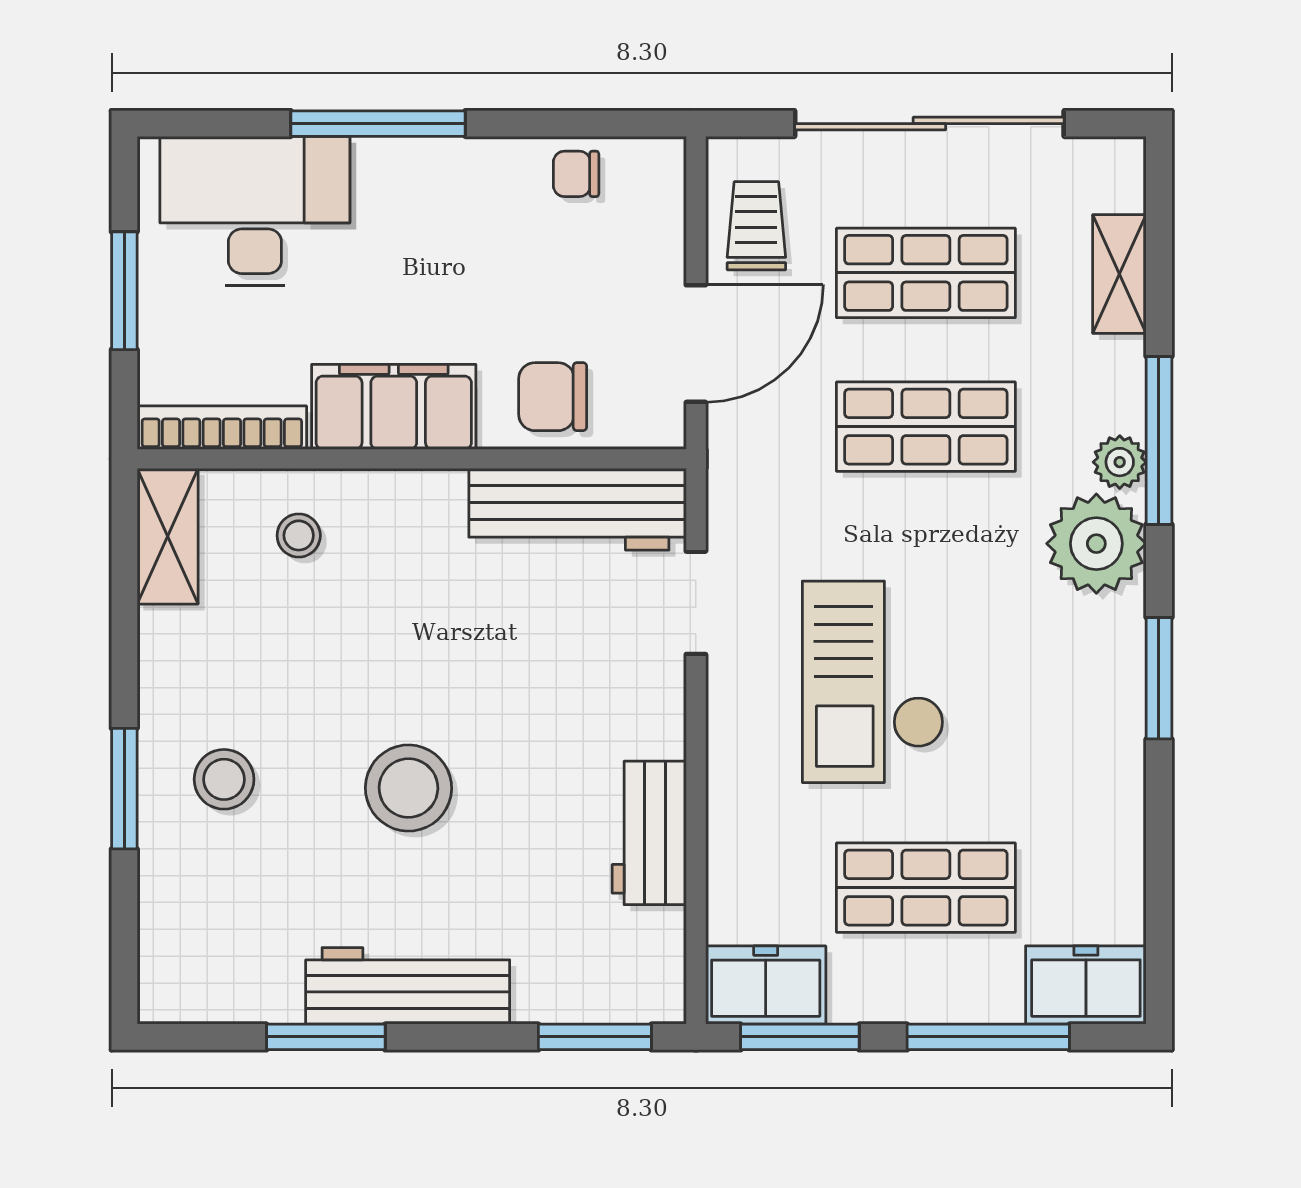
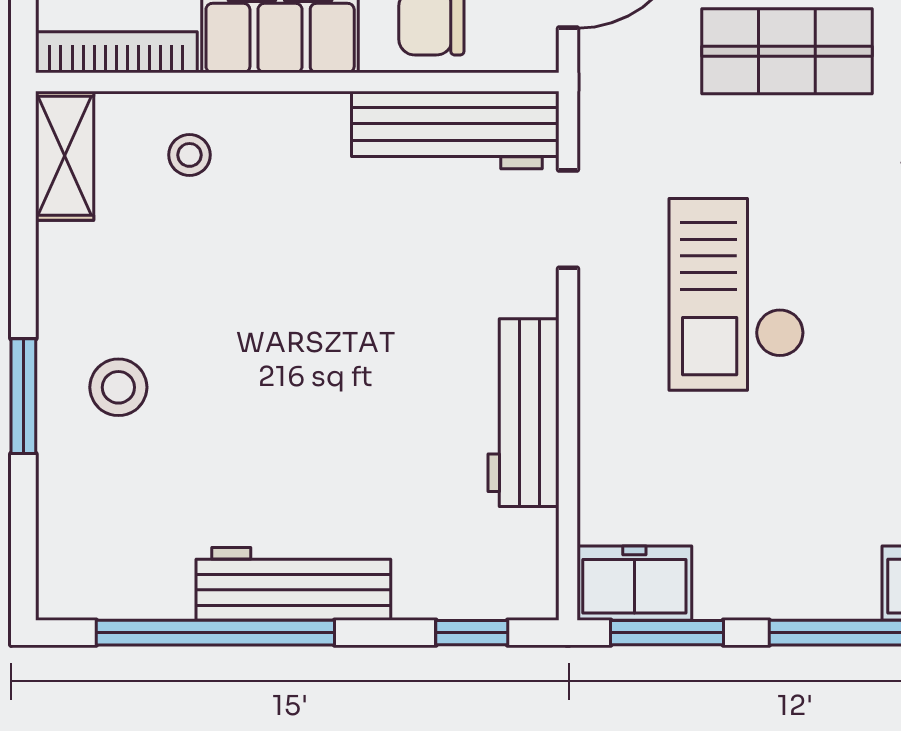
stool: (408, 788) -> (294, 396), removed
workbench: (649, 833) -> (524, 413), width x1.37
shop shelf: (926, 888) -> (787, 490), removed
window: (326, 1037) -> (215, 633), width x2.11
window: (595, 1037) -> (472, 633), width x0.67

